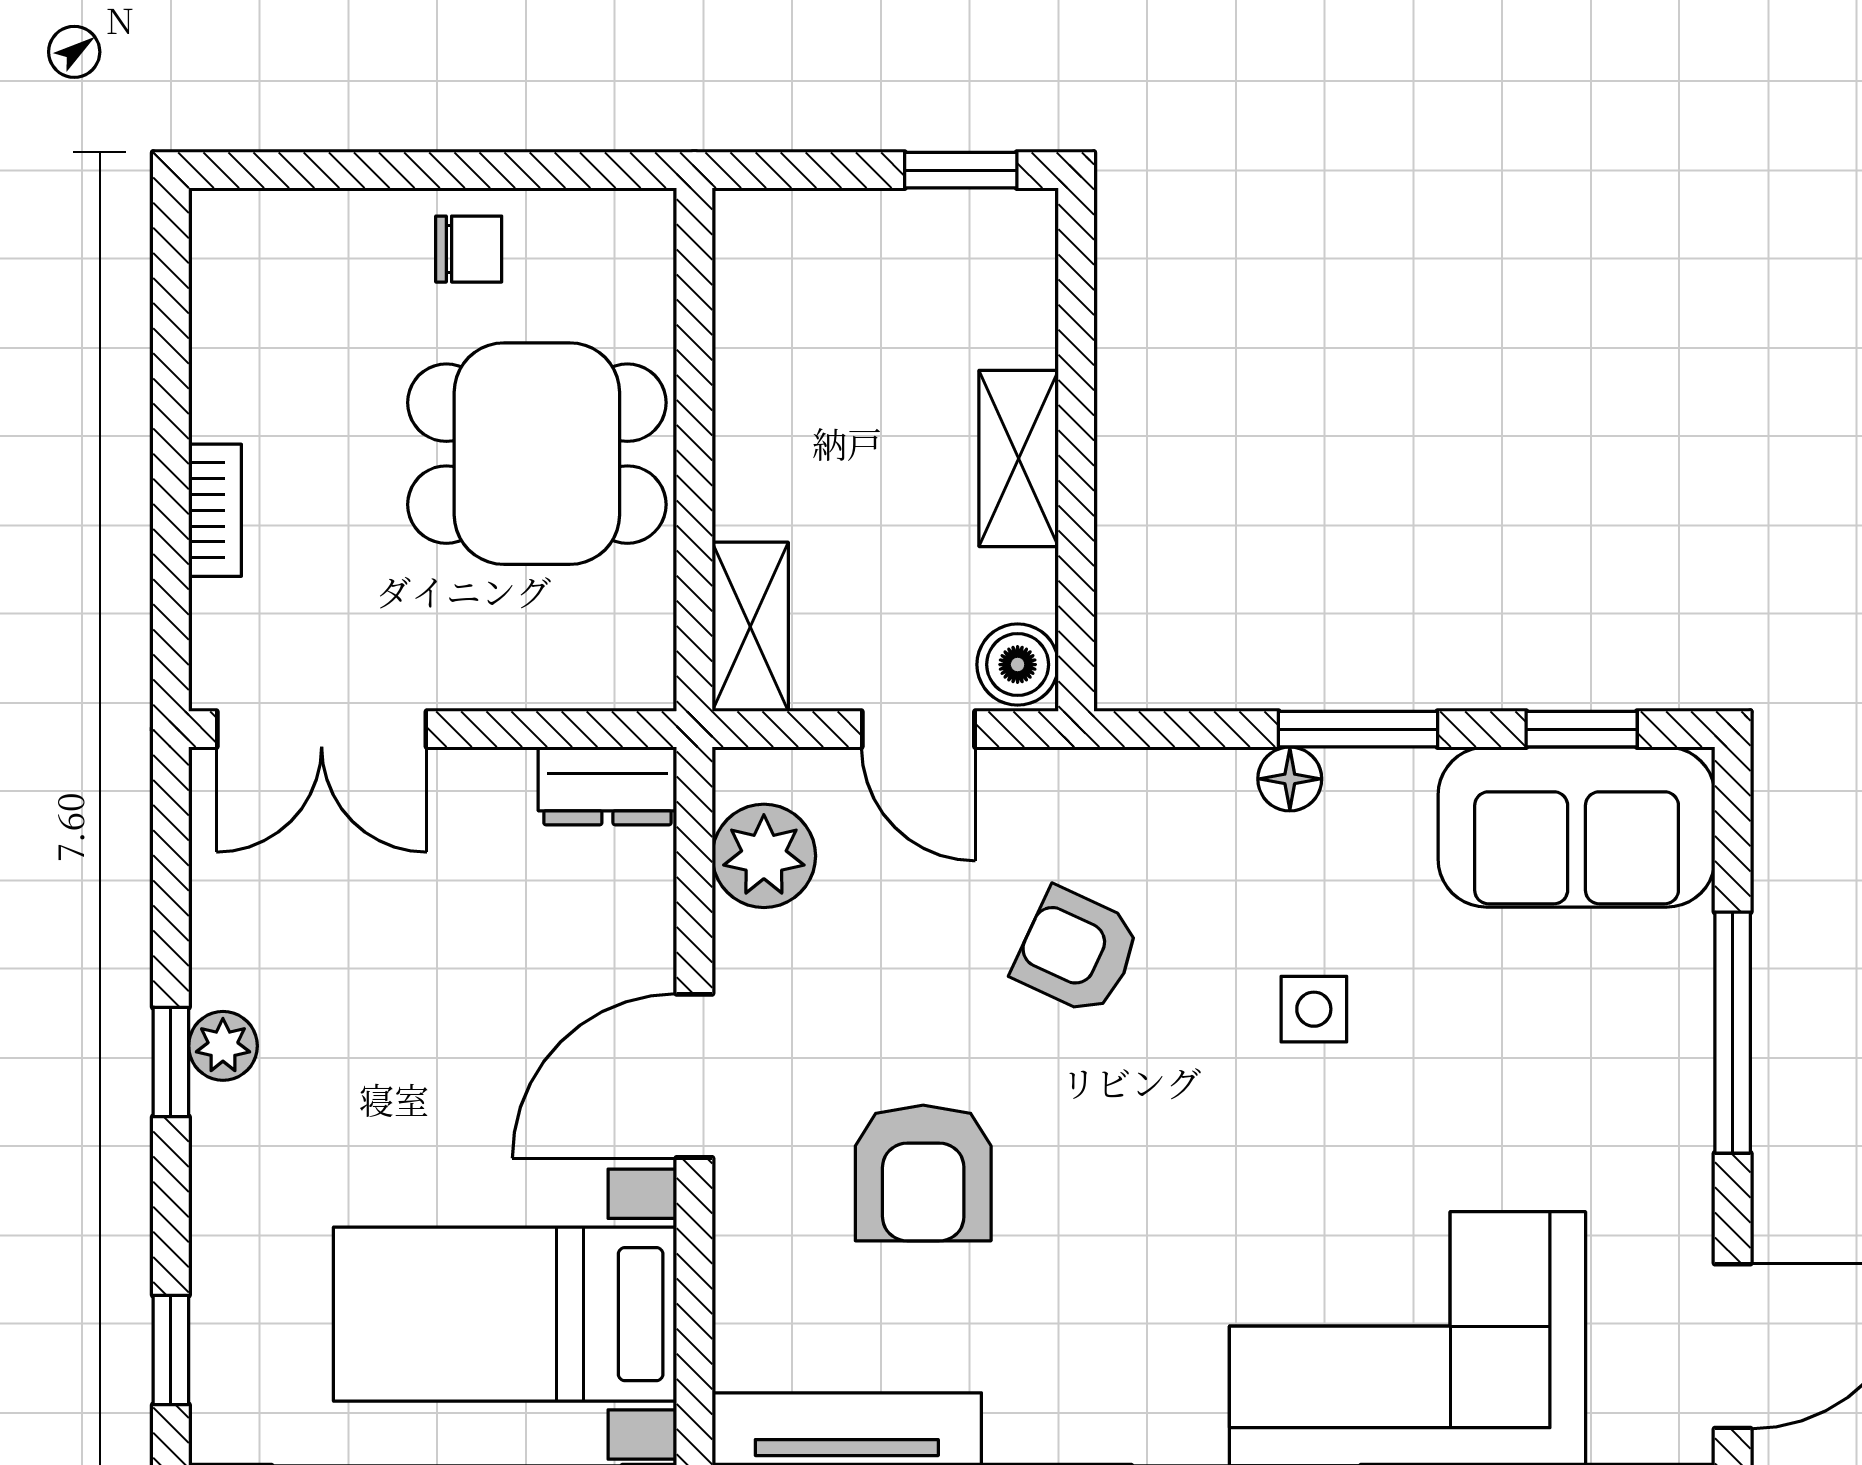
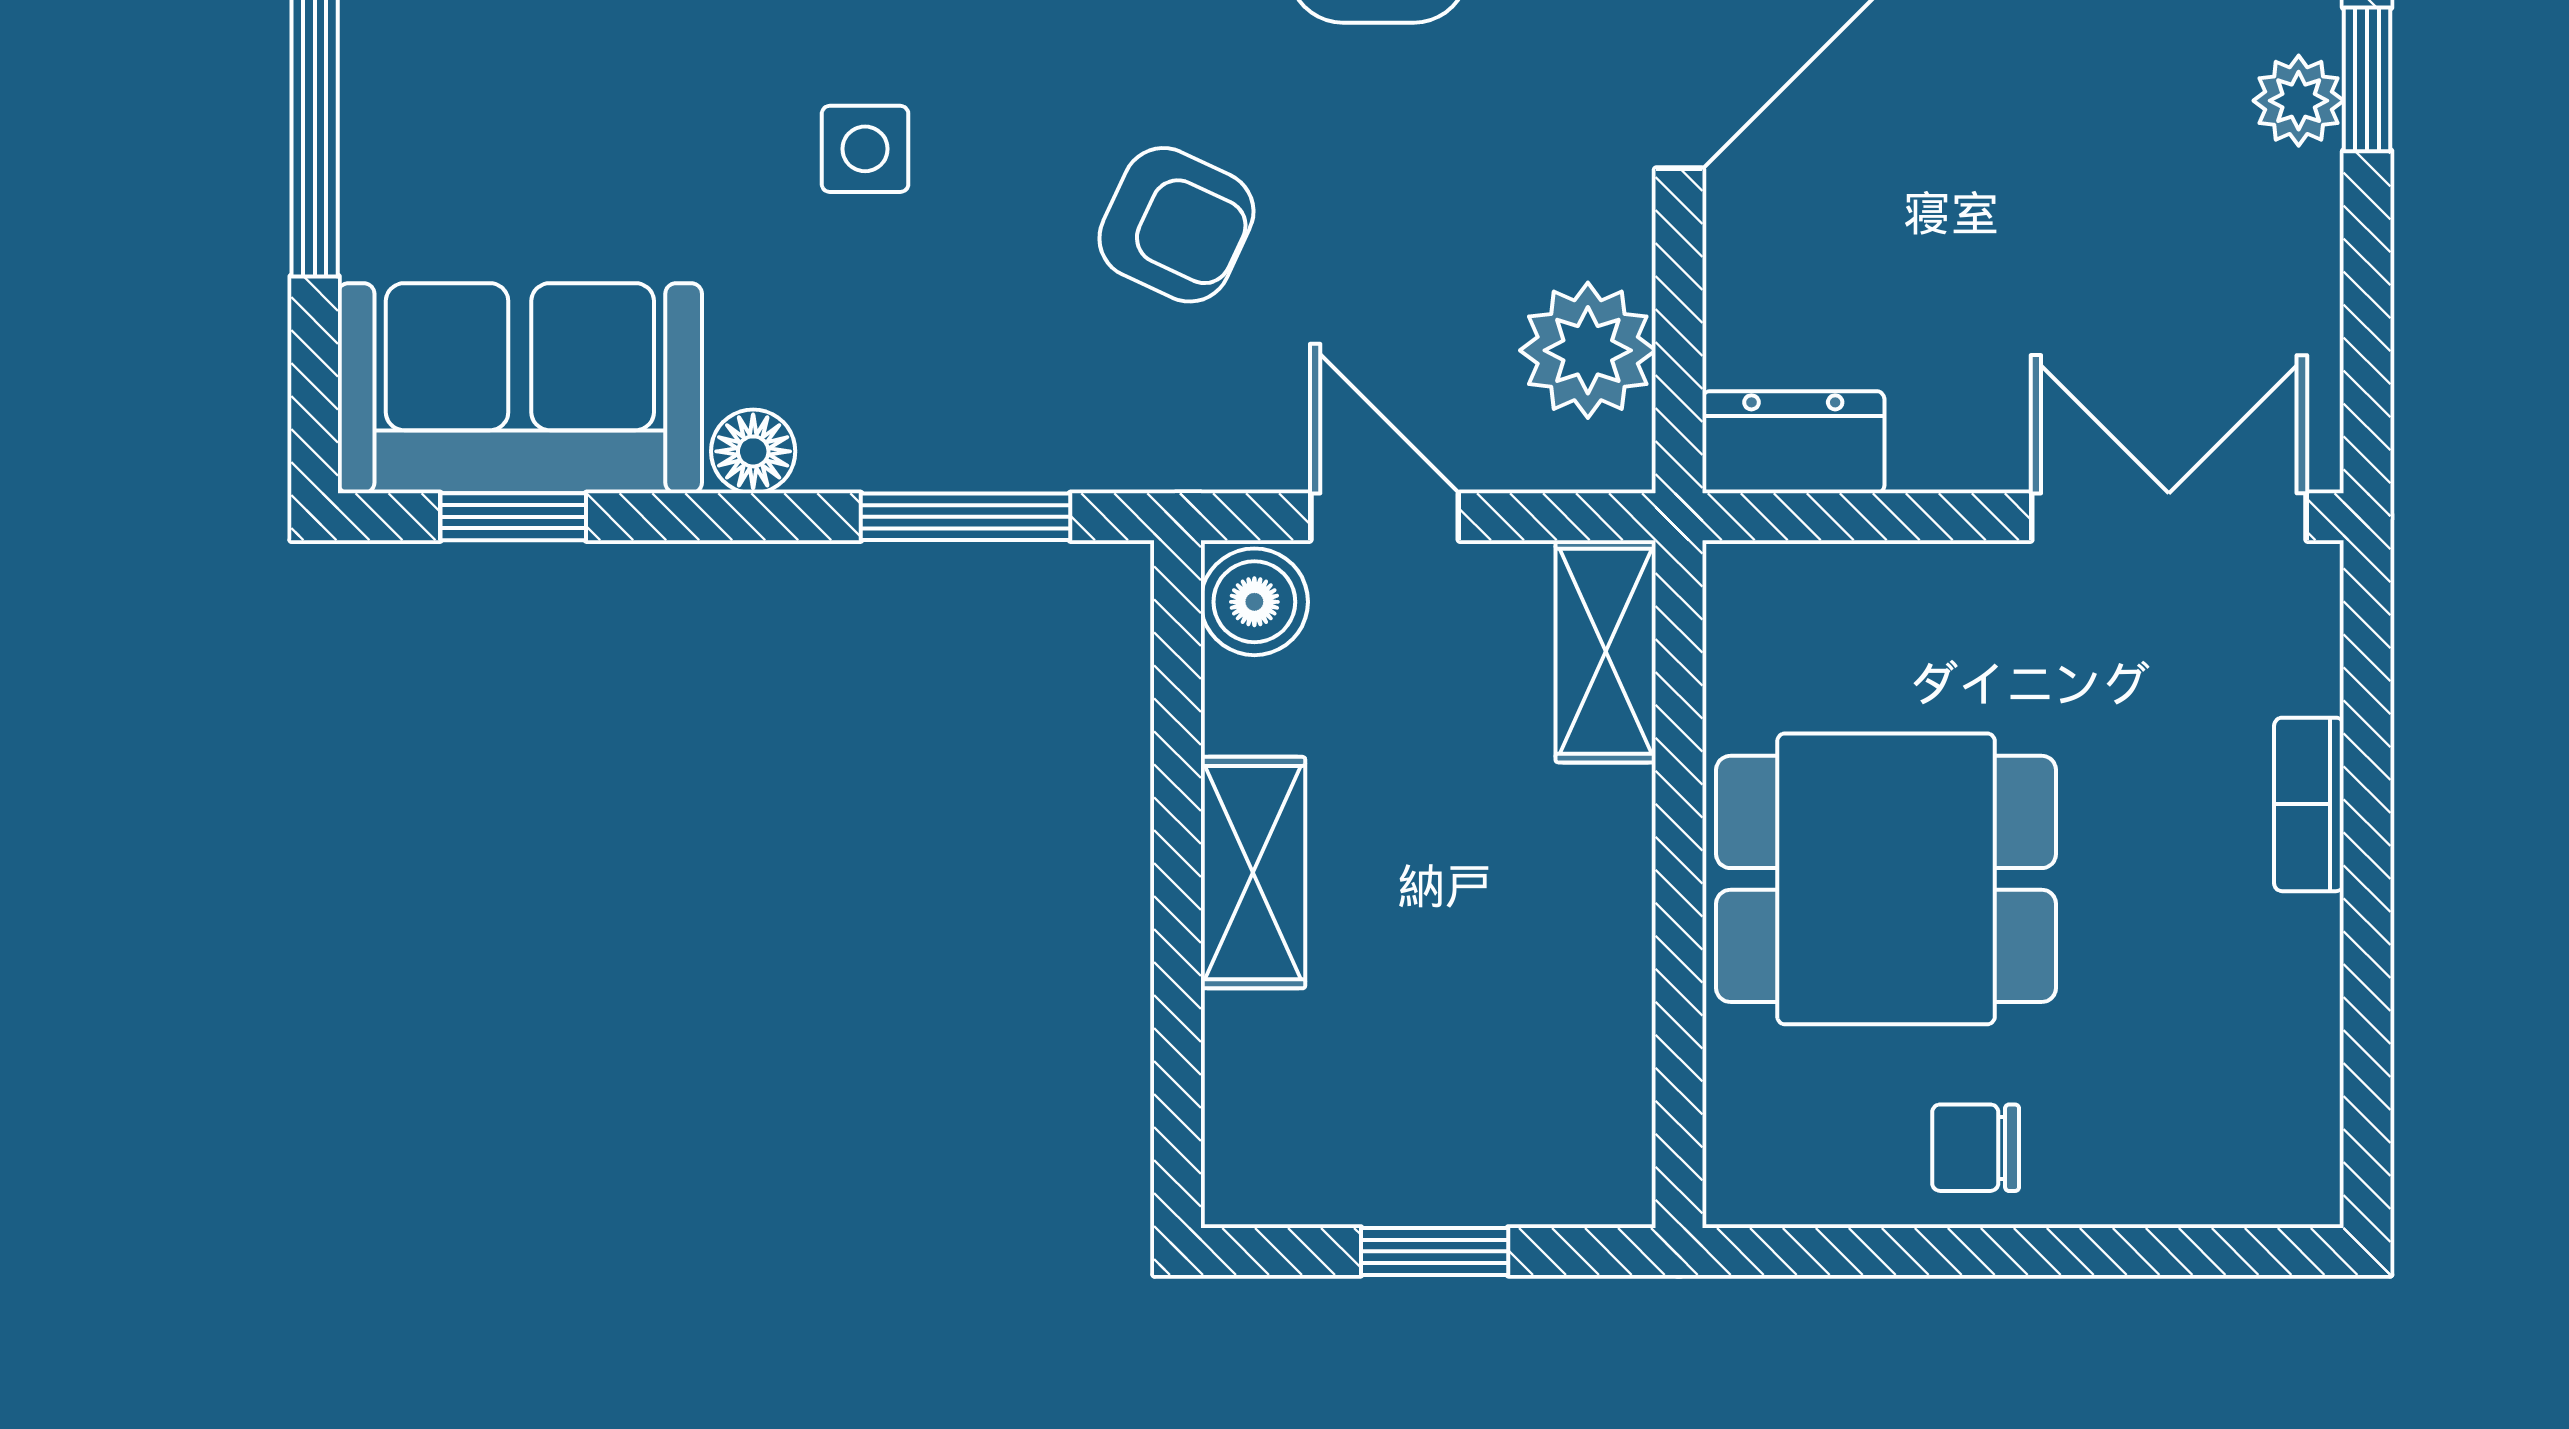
window: (961, 170) -> (1435, 1251), moved
window: (1358, 729) -> (965, 517), moved
floor lamp: (1290, 779) -> (753, 451), moved

